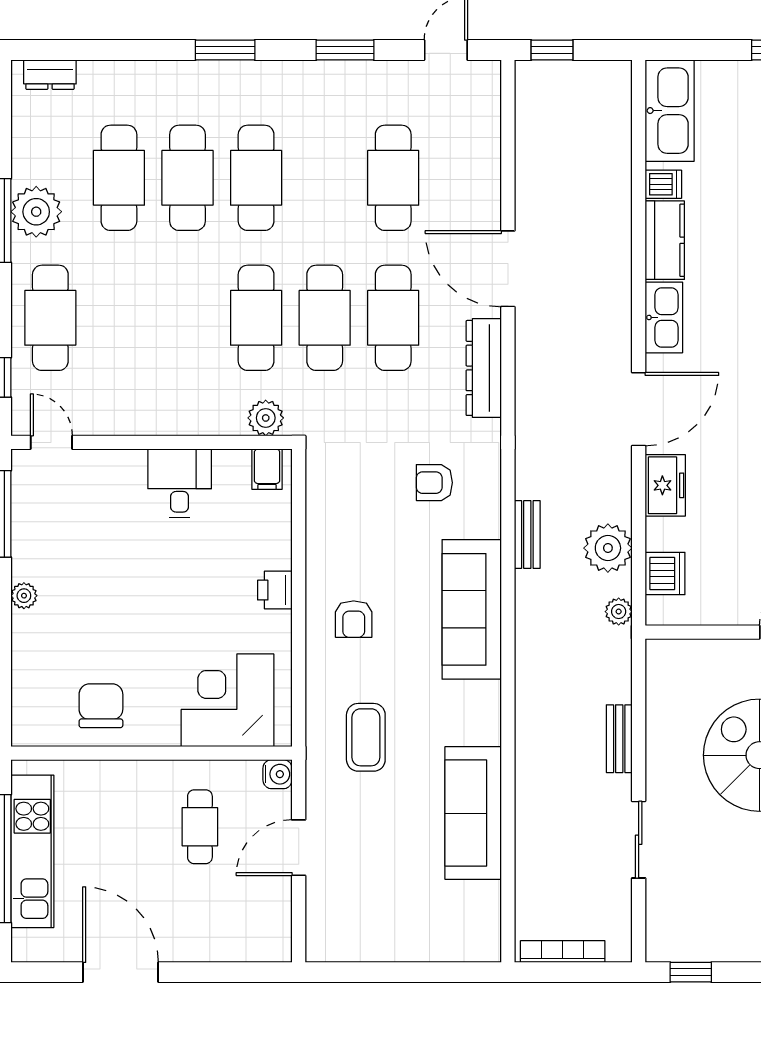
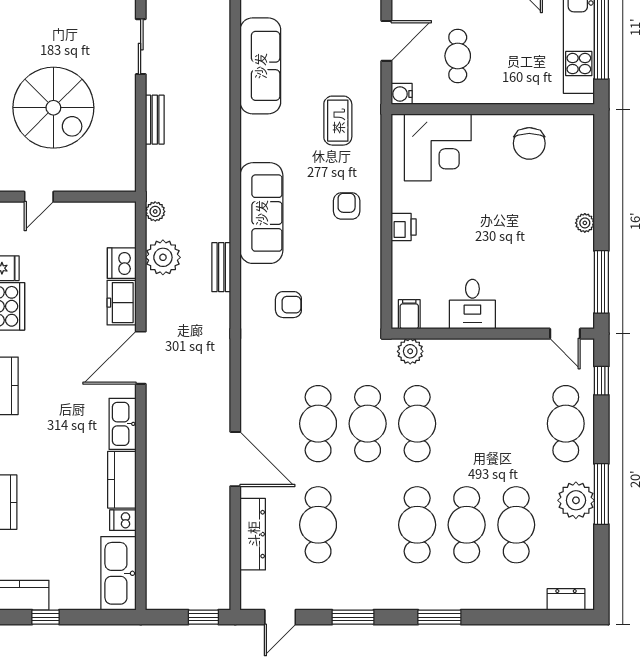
dresser: (484, 368) -> (253, 534), moved
dishwasher: (665, 574) -> (122, 263), moved

